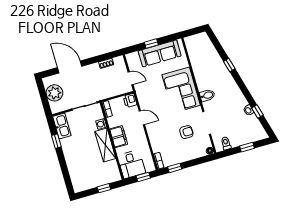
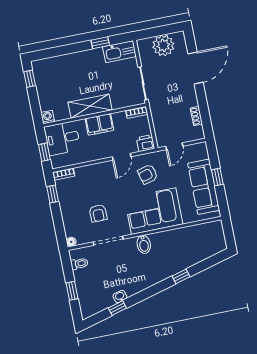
armchair: (154, 97) -> (148, 174), added
washing machine: (101, 124) -> (48, 117), moved
window: (104, 188) -> (30, 79), moved

